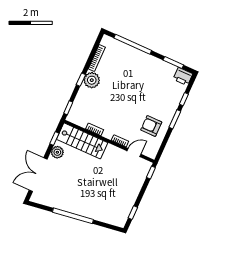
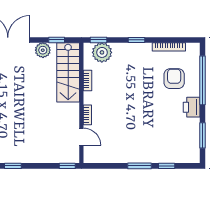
printer: (183, 76) -> (192, 107), moved
plant: (92, 80) -> (102, 52), moved
armchair: (151, 126) -> (174, 79), moved

